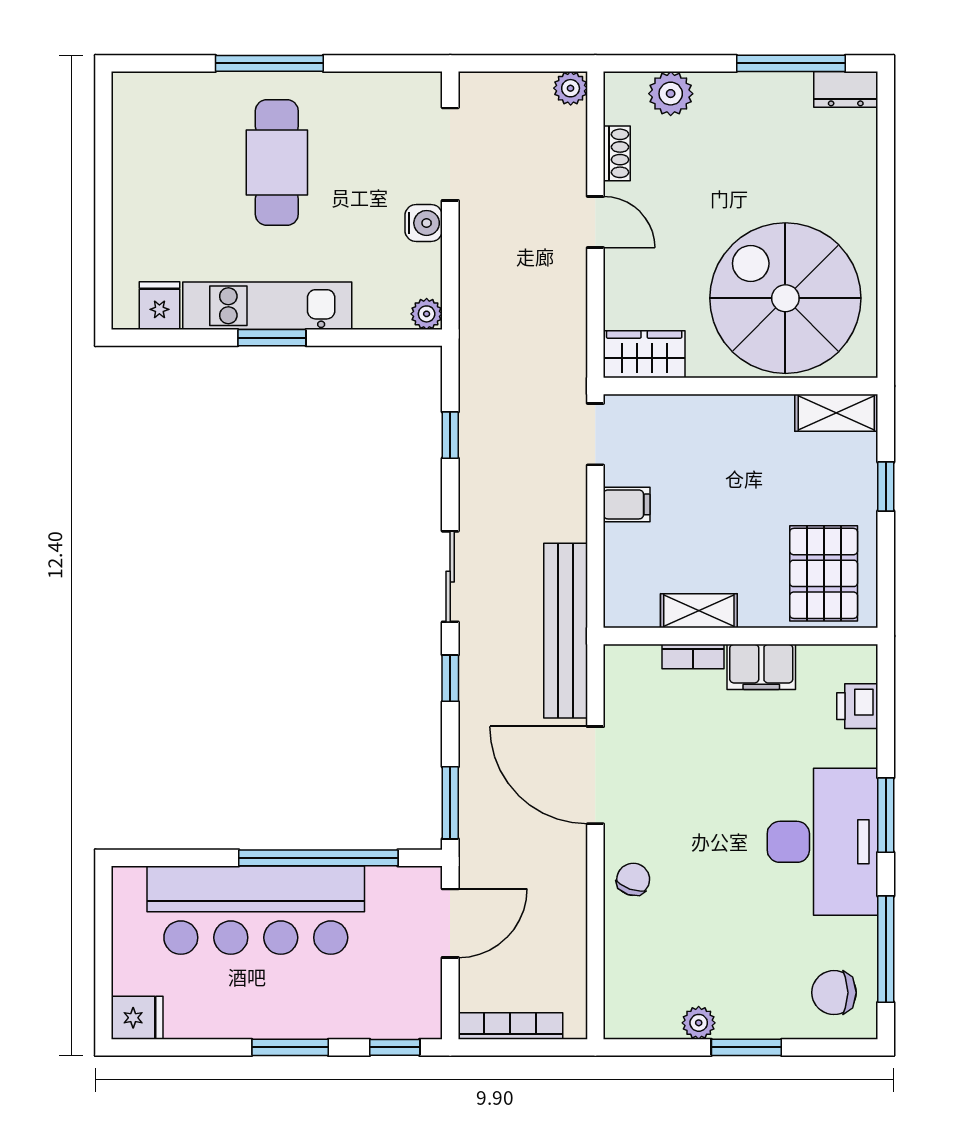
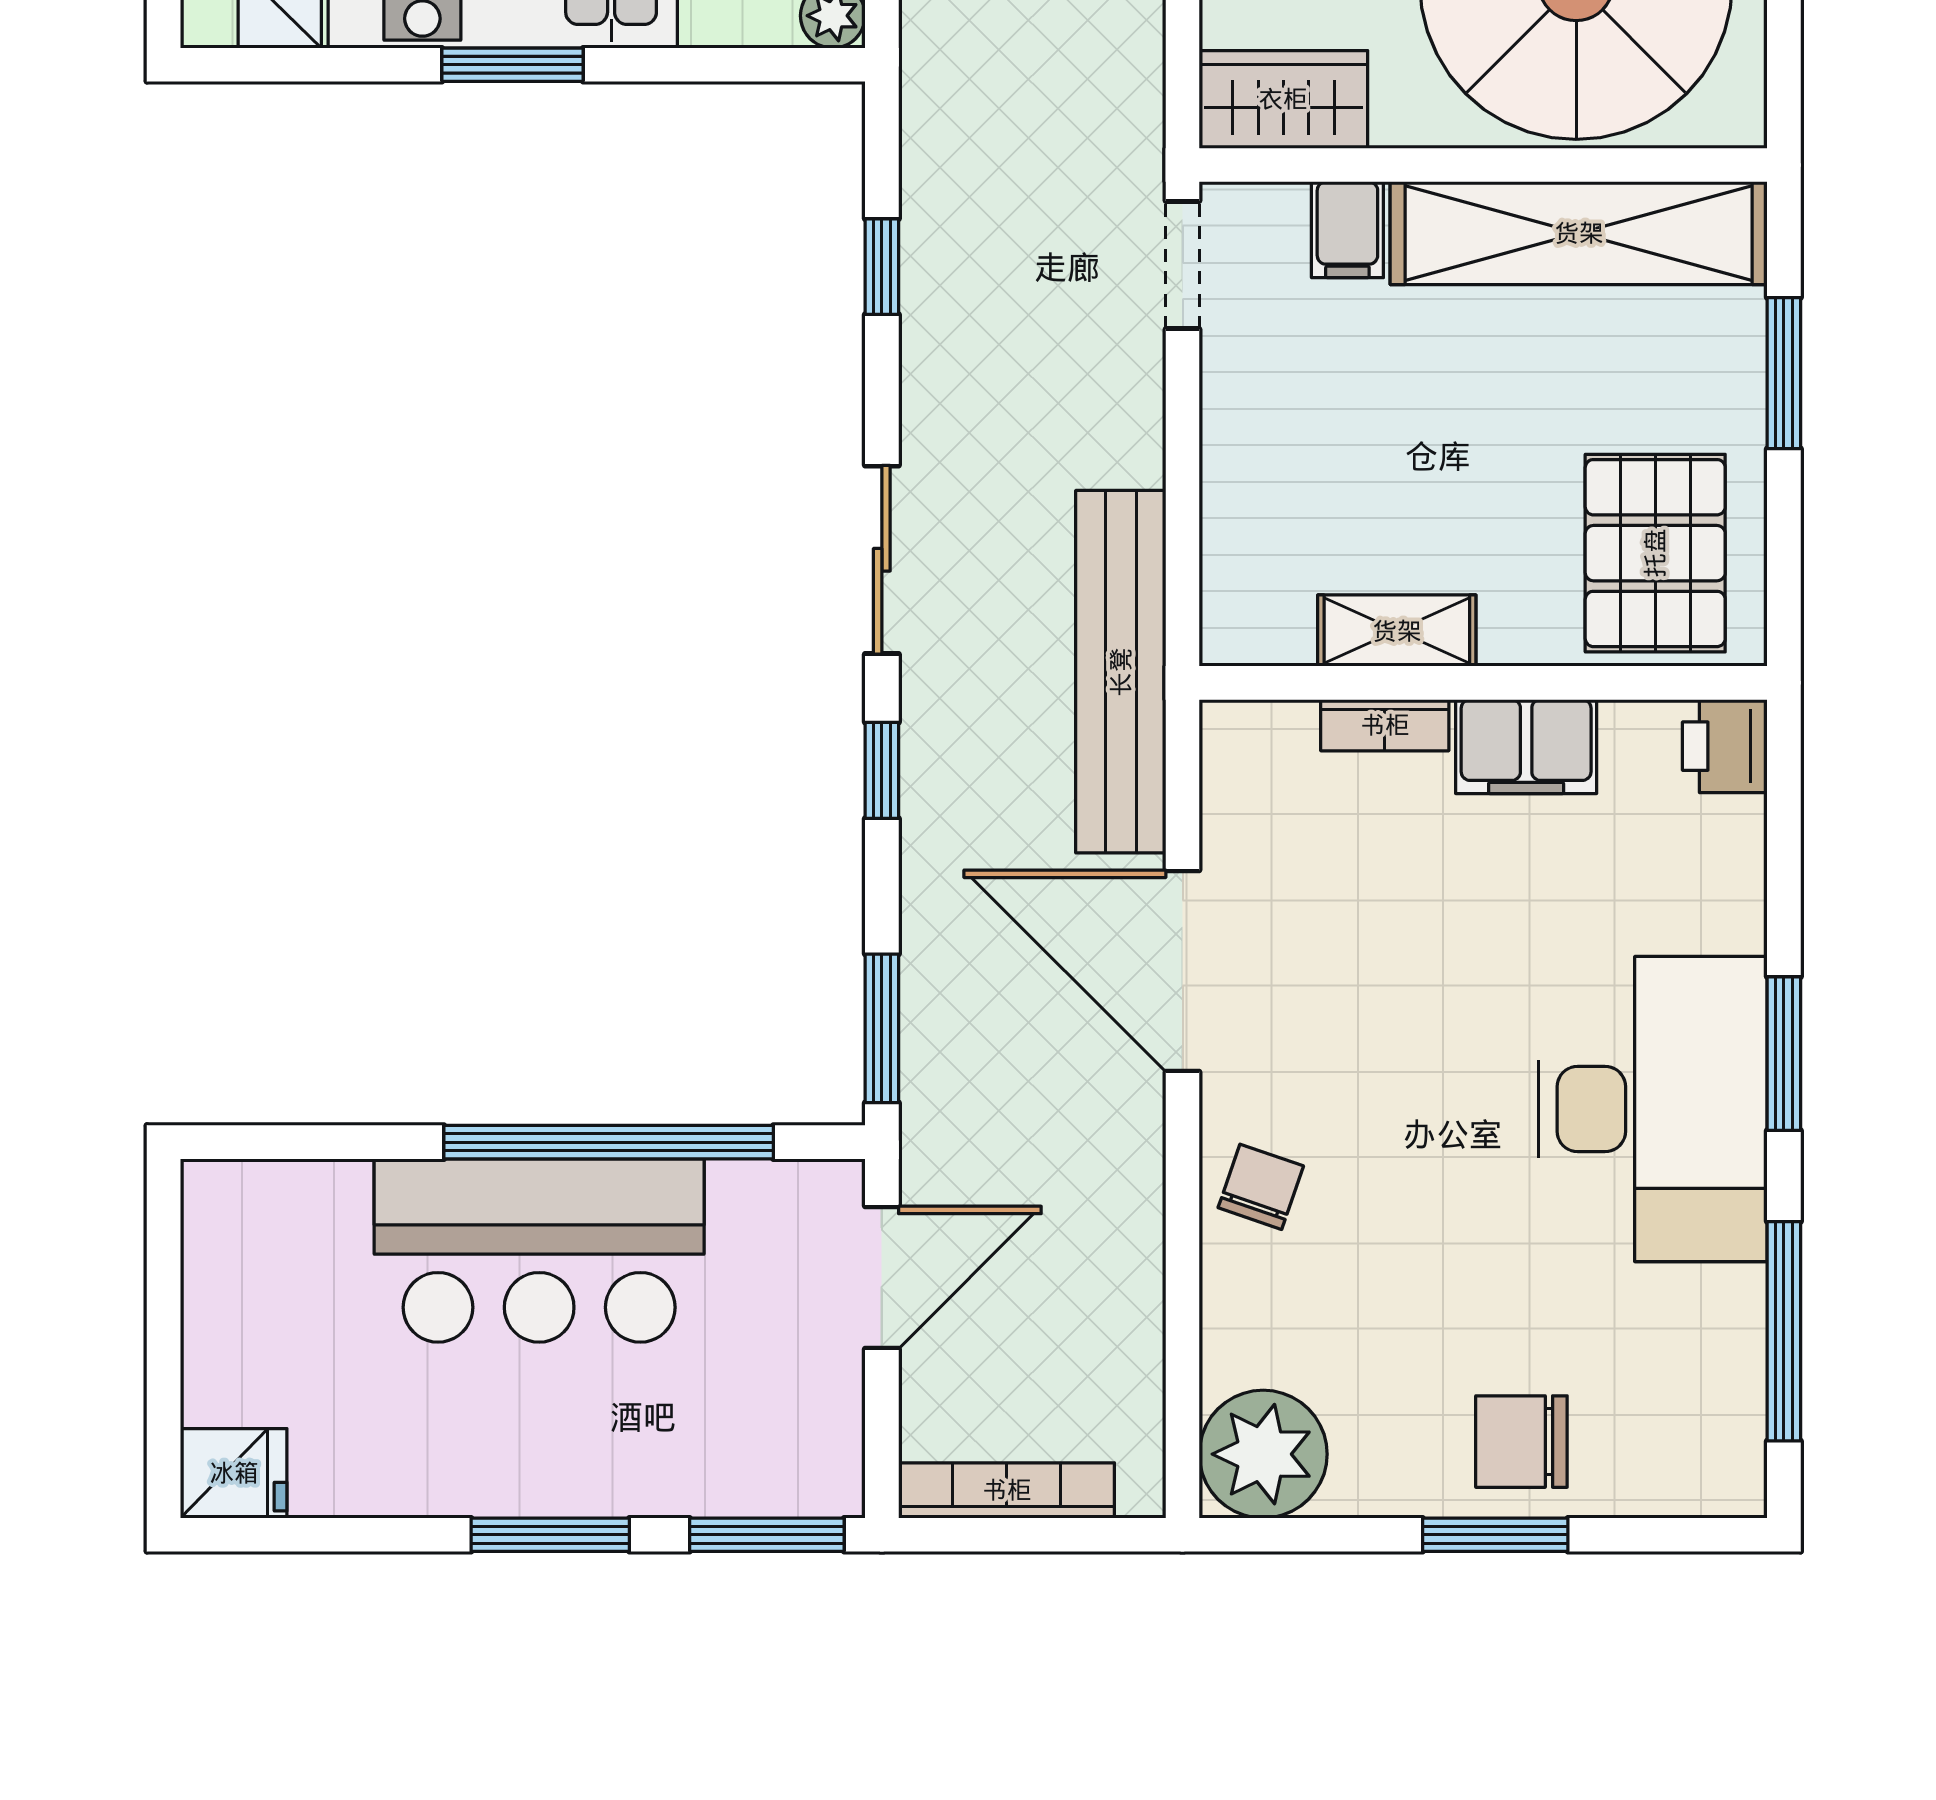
shelving: (836, 413) -> (1579, 233), width x2.20, depth x1.33
window: (886, 486) -> (1784, 373), width x1.50
filing cabinet: (627, 504) -> (1347, 230), moved, turned 90
printer: (857, 706) -> (1725, 746), moved
bar counter: (256, 910) -> (539, 1251), width x0.73
chair: (834, 993) -> (1521, 1442), moved
plant: (699, 1023) -> (1263, 1454), moved, width x1.88, depth x1.88
window: (395, 1047) -> (767, 1535), width x1.50

